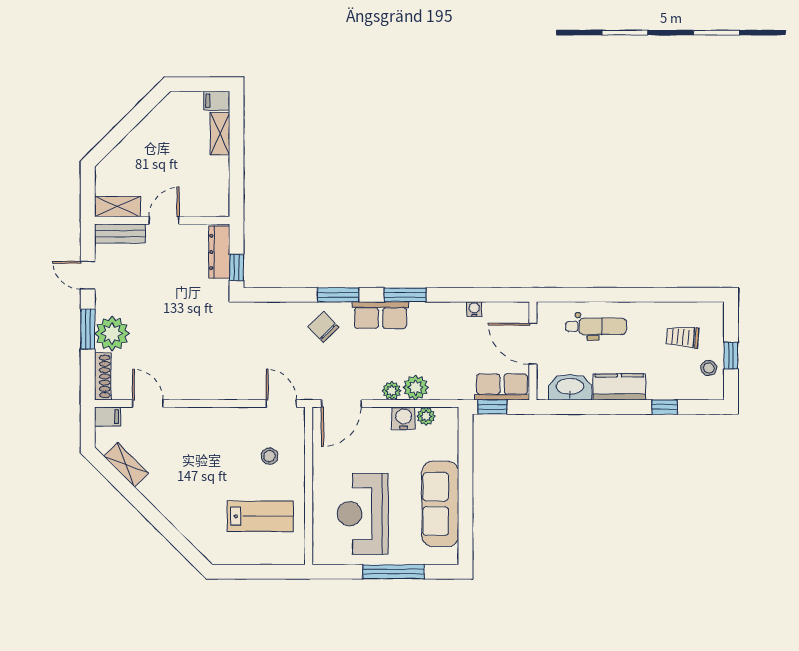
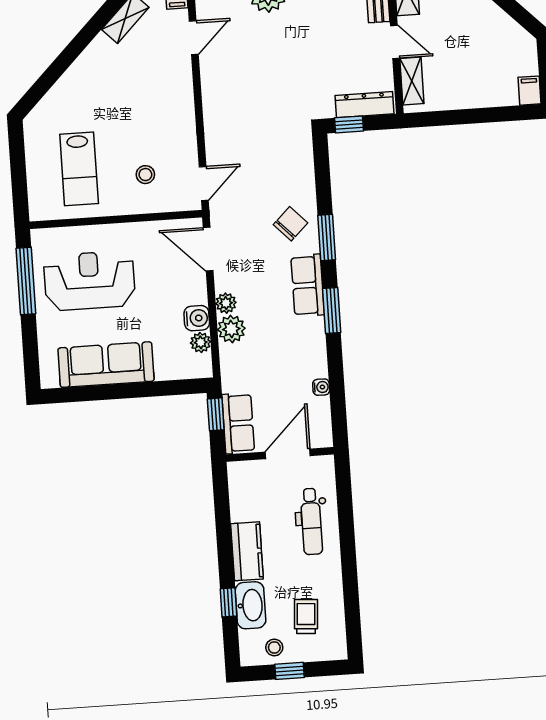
shelving: (220, 134) -> (412, 81), moved, turned 90
washbasin: (570, 387) -> (251, 605), moved
window: (393, 572) -> (26, 281), moved

